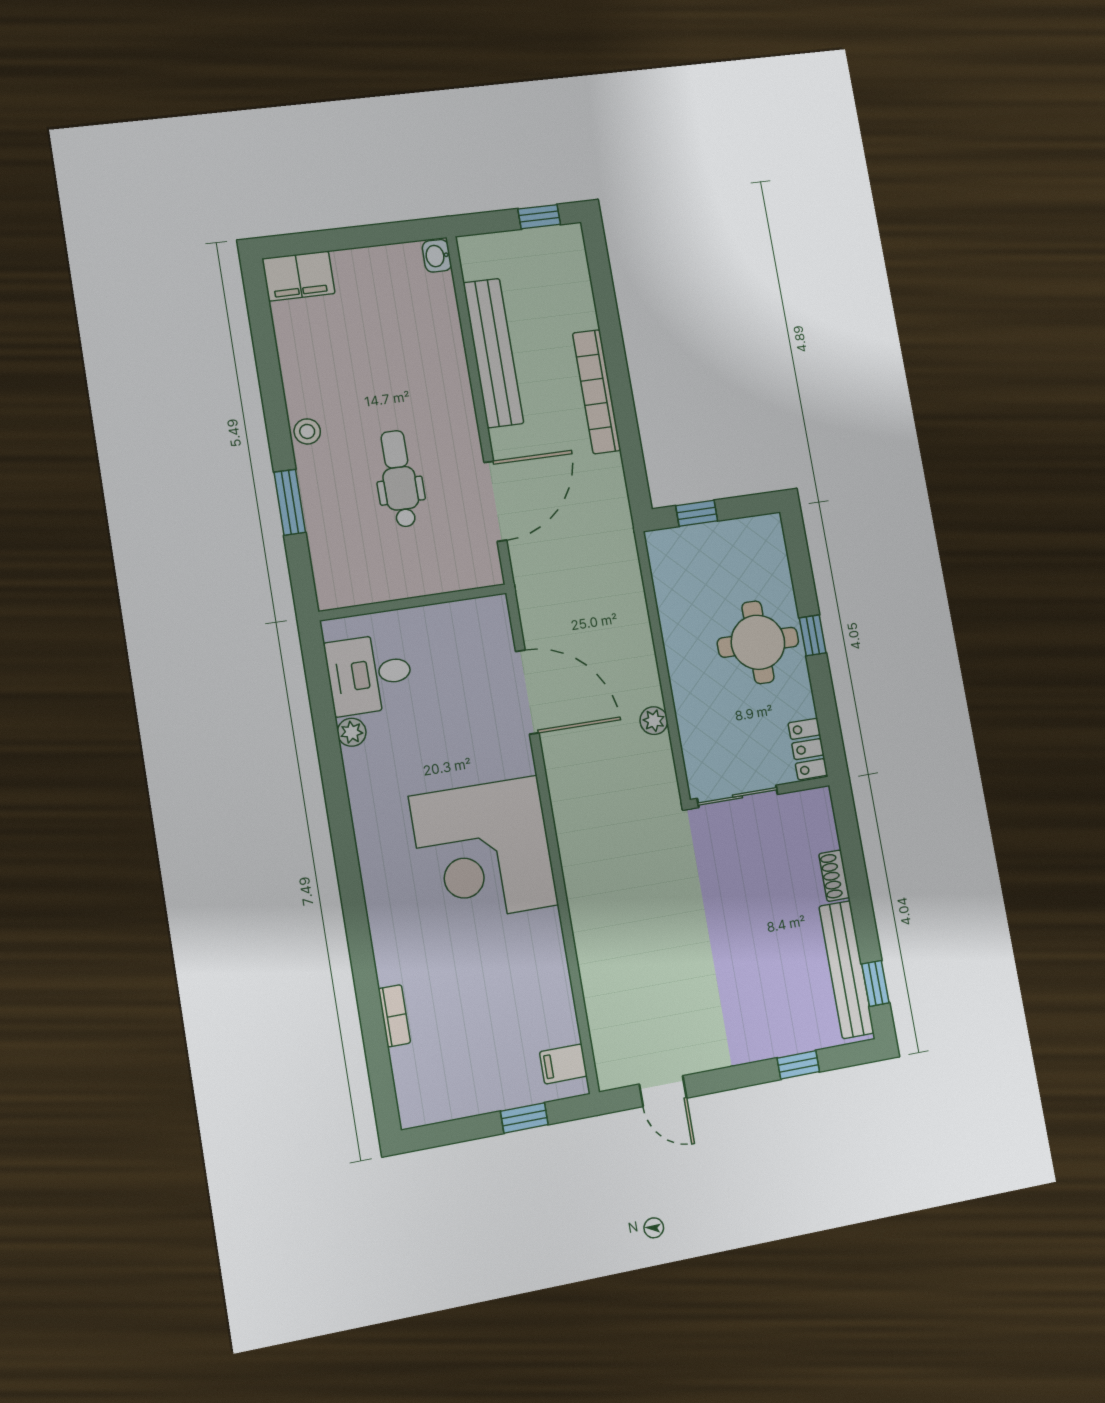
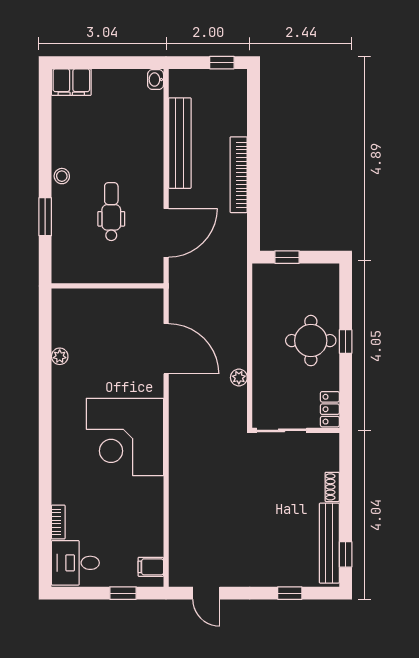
desk: (369, 674) -> (75, 563), moved

